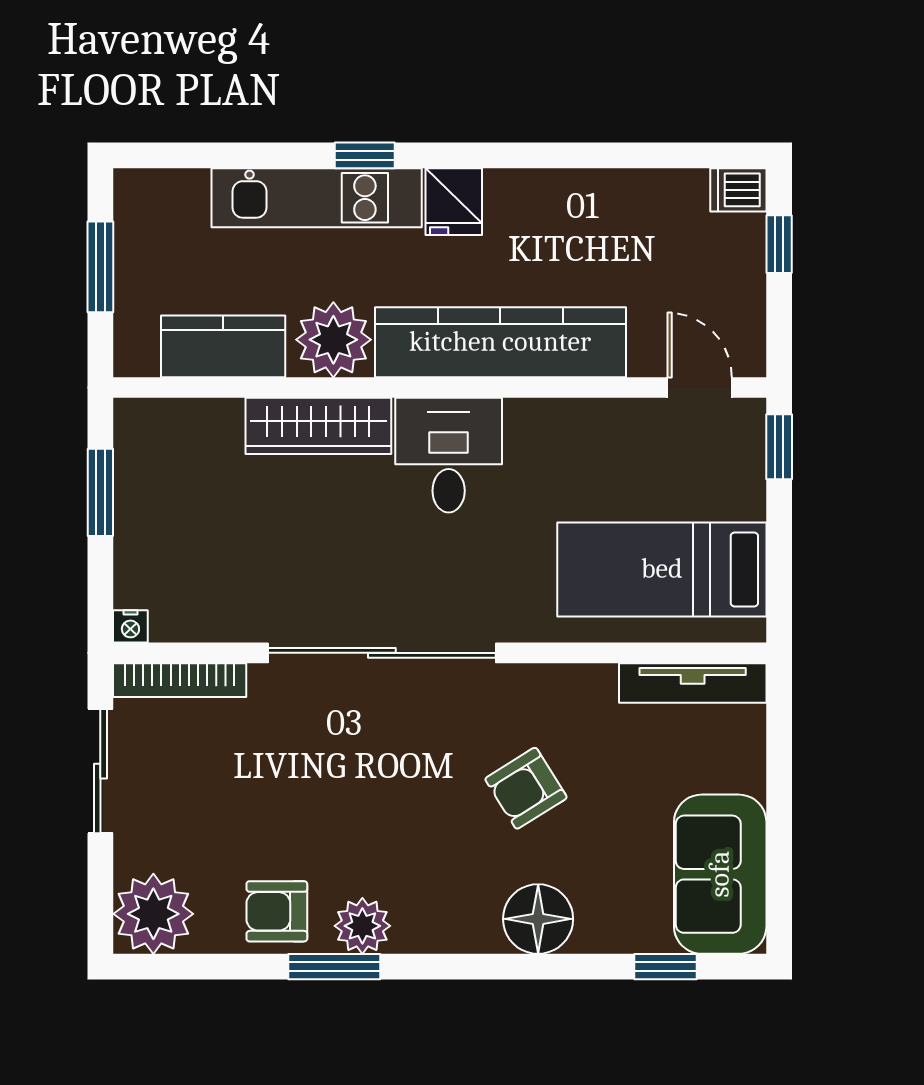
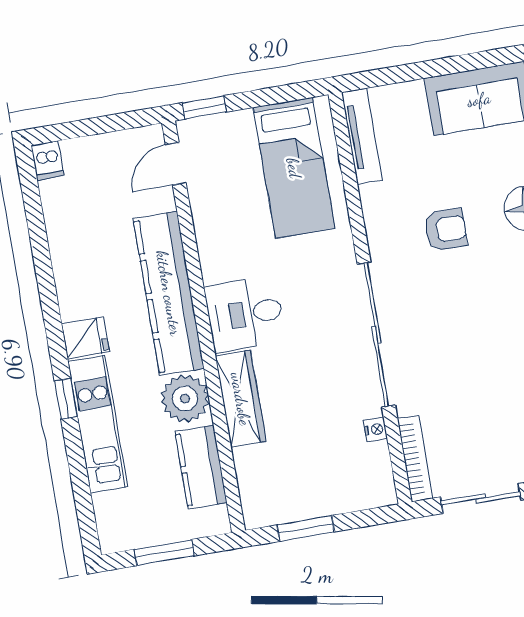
window: (779, 244) -> (77, 129), removed
nightstand: (130, 626) -> (375, 429), moved
armchair: (526, 788) -> (446, 230), turned -58

